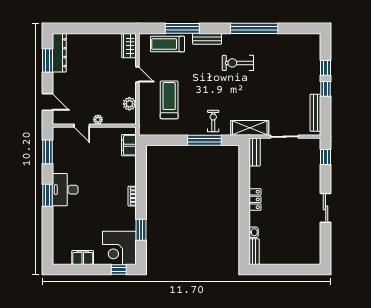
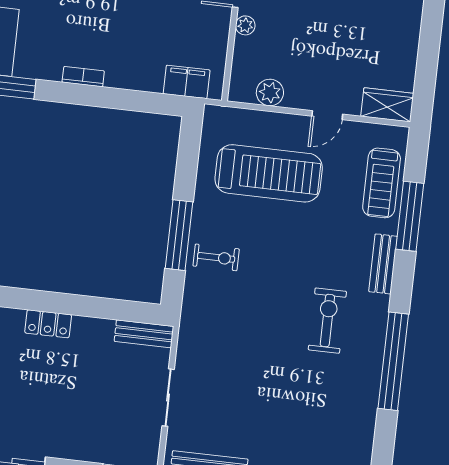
treadmill: (167, 44) -> (382, 183), turned 180
treadmill: (169, 100) -> (269, 173), width x1.37, depth x1.38
shelving: (250, 128) -> (194, 329), removed

